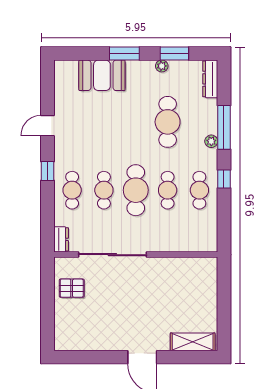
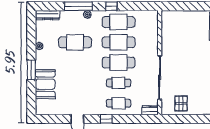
window: (174, 54) -> (31, 38), removed
cafe table: (168, 190) -> (119, 42), width x1.37, depth x1.35
cafe table: (199, 190) -> (119, 22), width x1.37, depth x1.35

